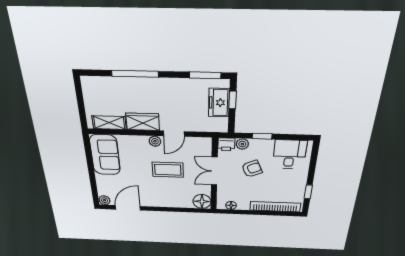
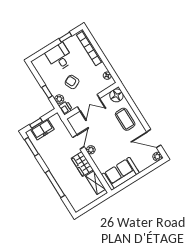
door: (174, 134) -> (78, 142), hinge flipped
desk: (290, 154) -> (59, 57), moved, turned 90
coffee table: (168, 170) -> (125, 119), moved

